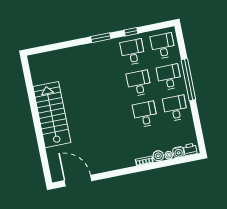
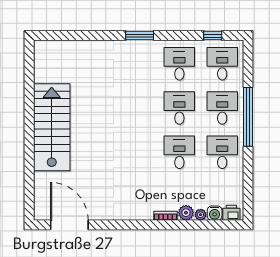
window: (131, 32) -> (213, 36), moved

